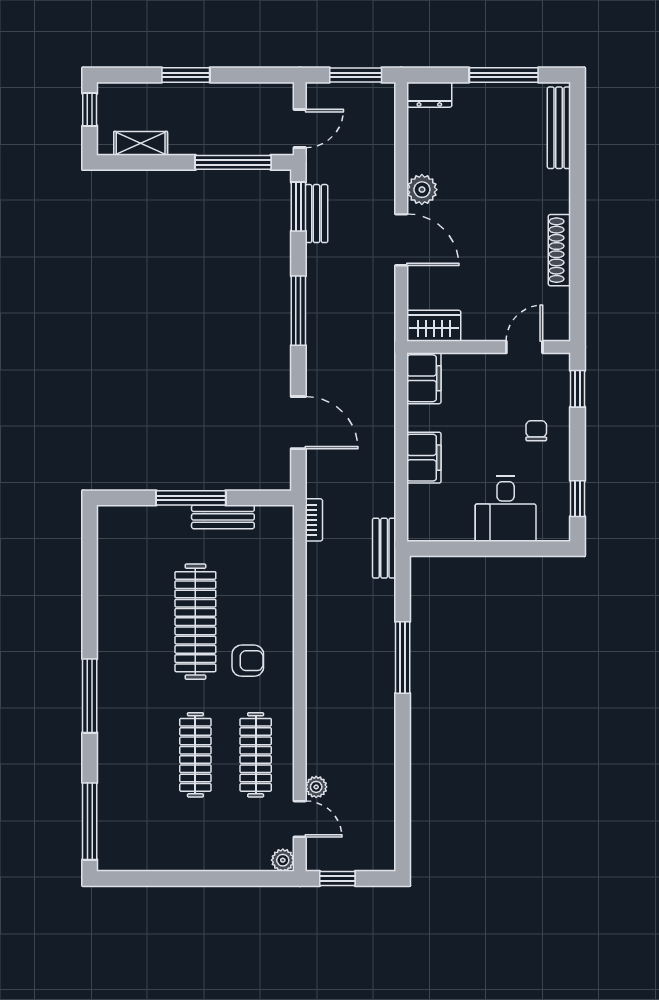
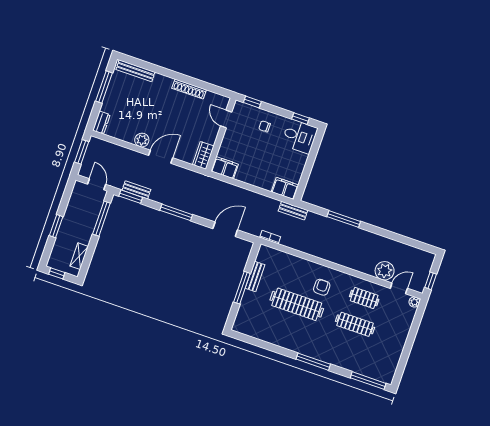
filing cabinet: (424, 458) -> (285, 188), moved
desk: (506, 509) -> (299, 136), moved
clothes rail: (256, 755) -> (364, 298), width x0.73
plant: (316, 787) -> (385, 271), width x1.87, depth x1.87

